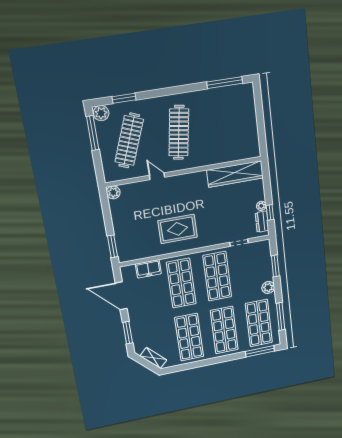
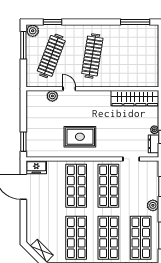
plant: (113, 192) -> (52, 96), moved
freezer: (148, 269) -> (36, 167), moved
window: (128, 333) -> (23, 222), removed

